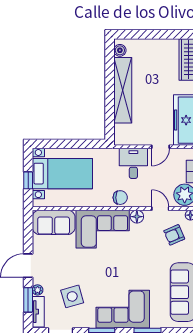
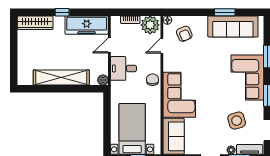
boiler: (120, 50) -> (103, 80), moved
door: (161, 147) -> (109, 45), swing flipped
floor lamp: (137, 217) -> (169, 65), removed

